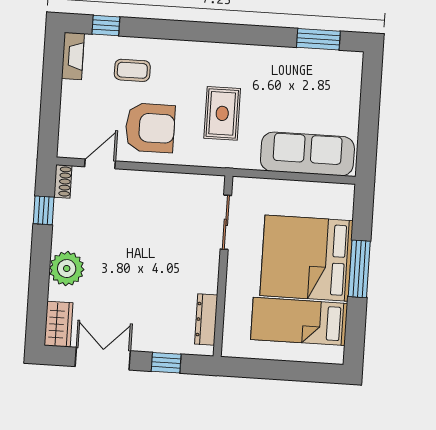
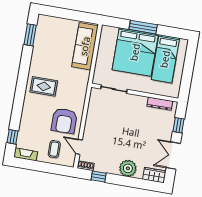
coffee table: (132, 70) -> (54, 149), moved
rug: (222, 113) -> (44, 86), moved
armchair: (150, 128) -> (64, 121), turned 180

